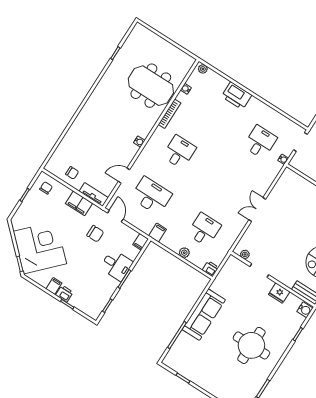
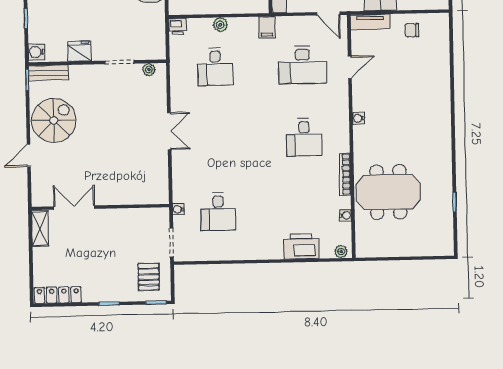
printer: (237, 96) -> (301, 246), moved

